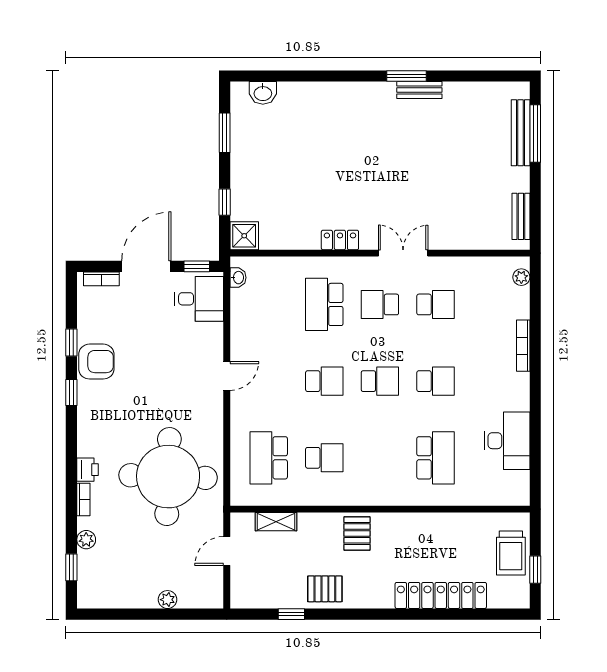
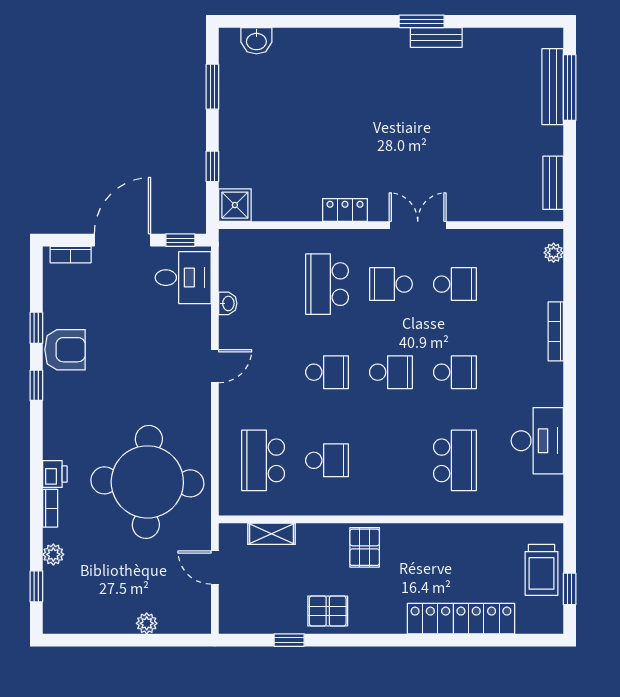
washbasin: (238, 278) -> (228, 303), moved
door: (227, 551) -> (215, 568), hinge flipped

